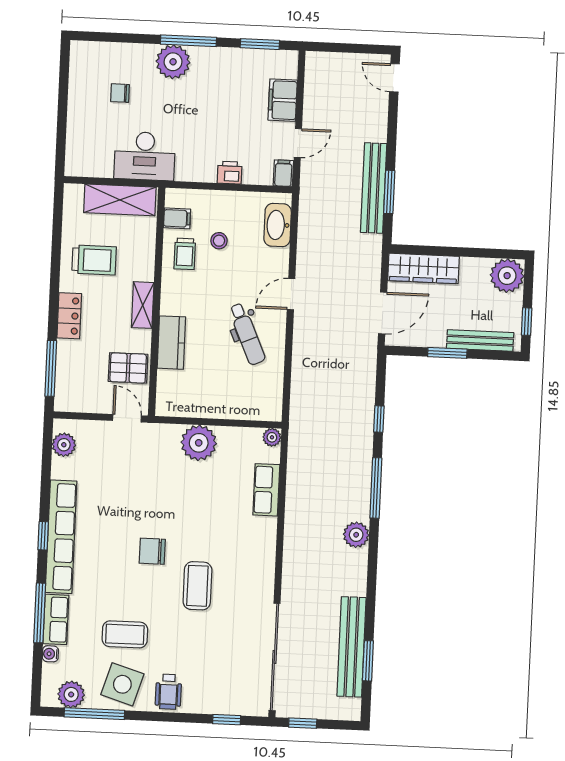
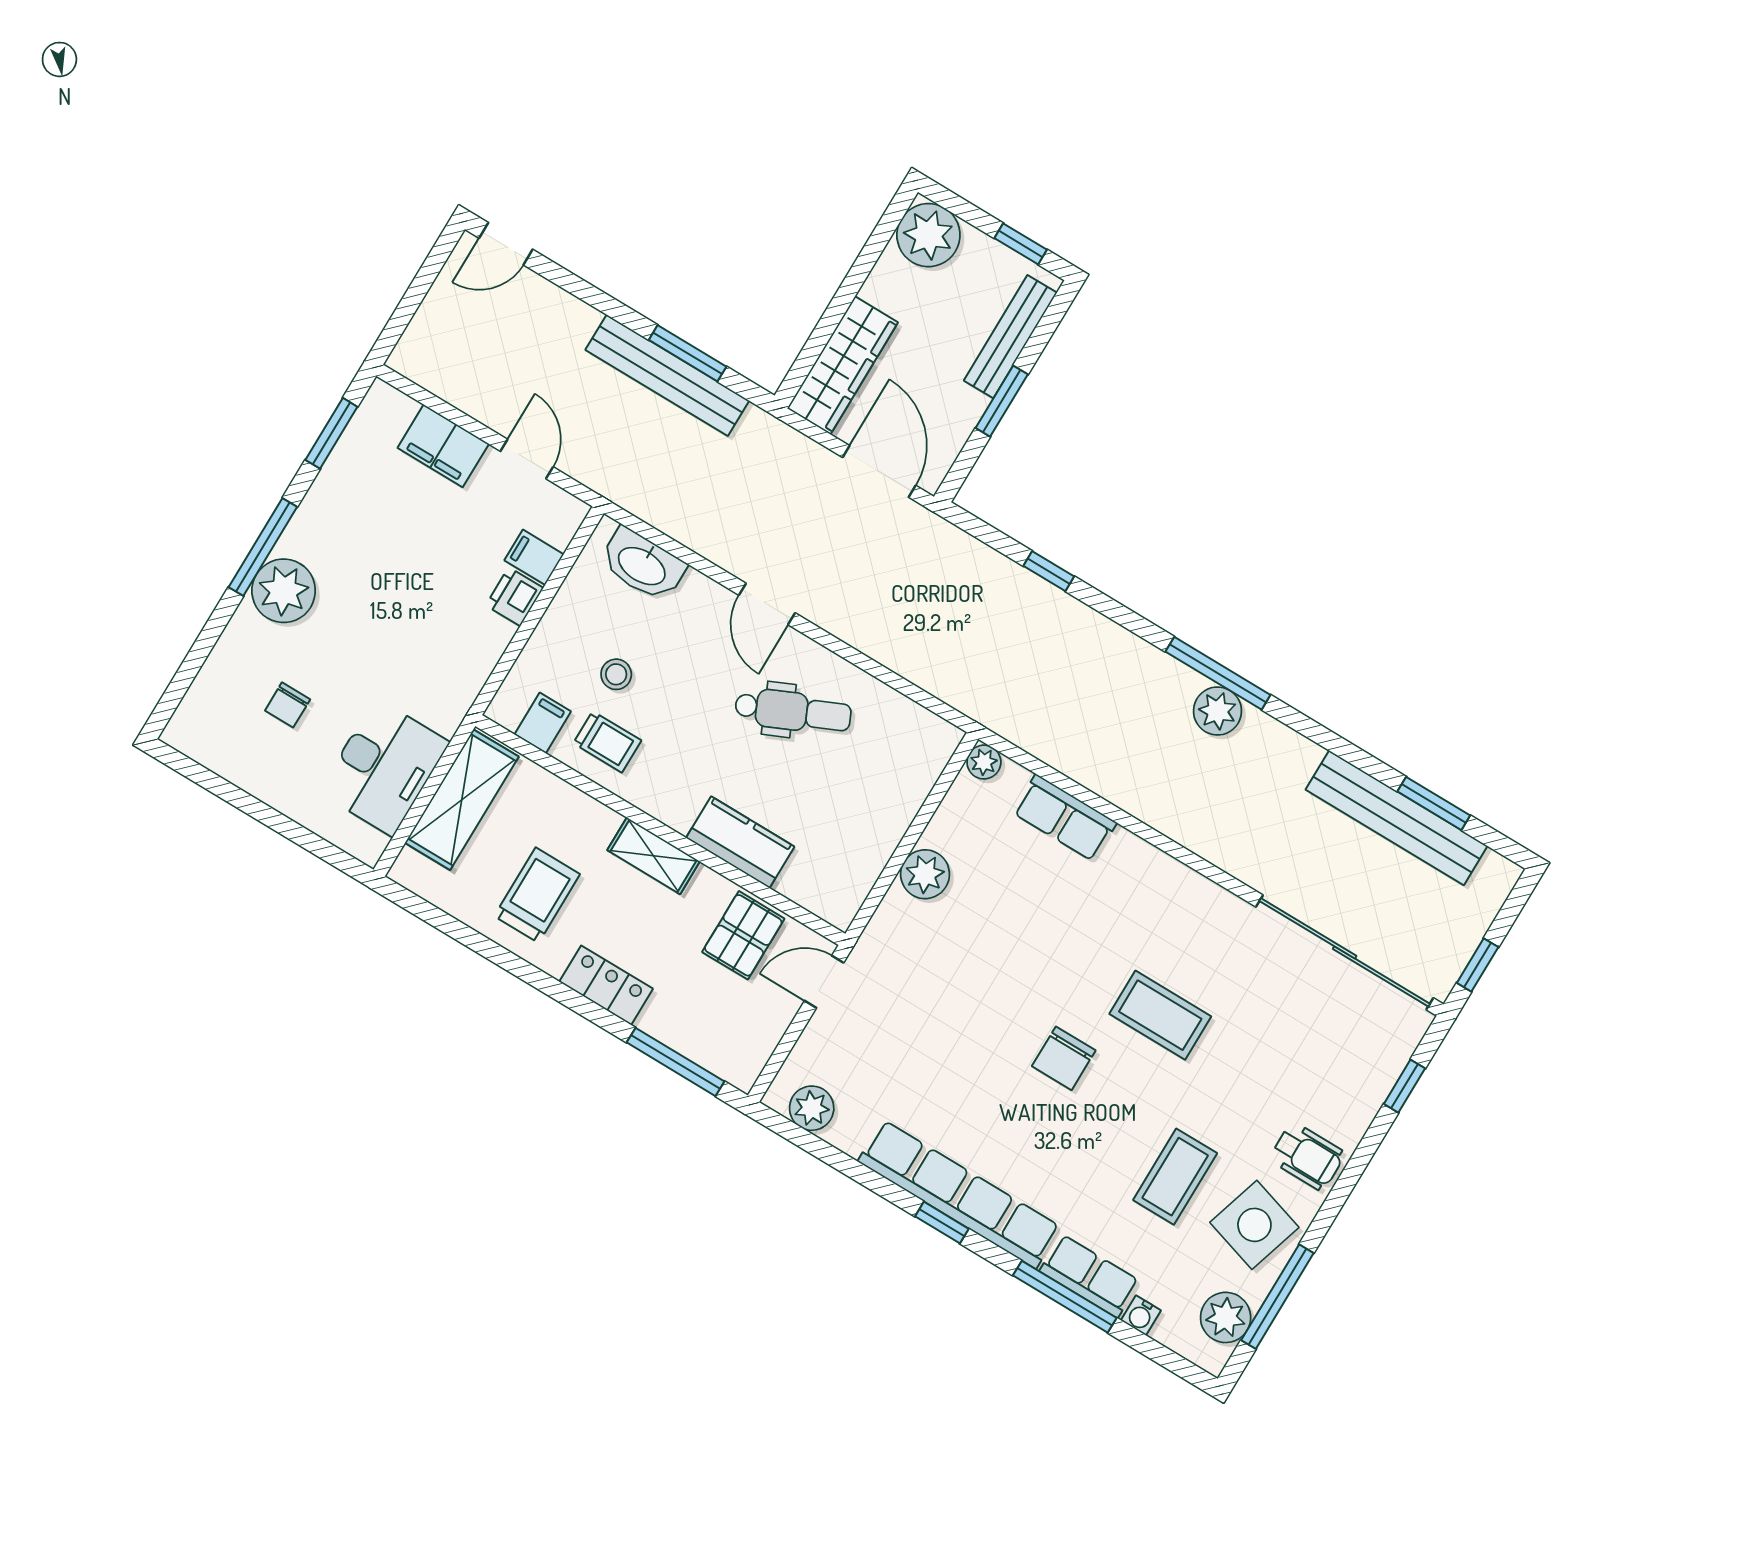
desk: (145, 156) -> (384, 767), moved
filing cabinet: (283, 173) -> (534, 557), moved
plant: (199, 443) -> (925, 874), width x0.73, depth x0.73
window: (376, 488) -> (1218, 673), moved

